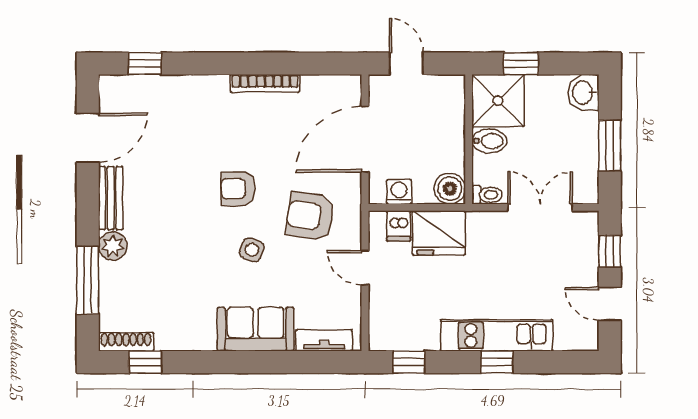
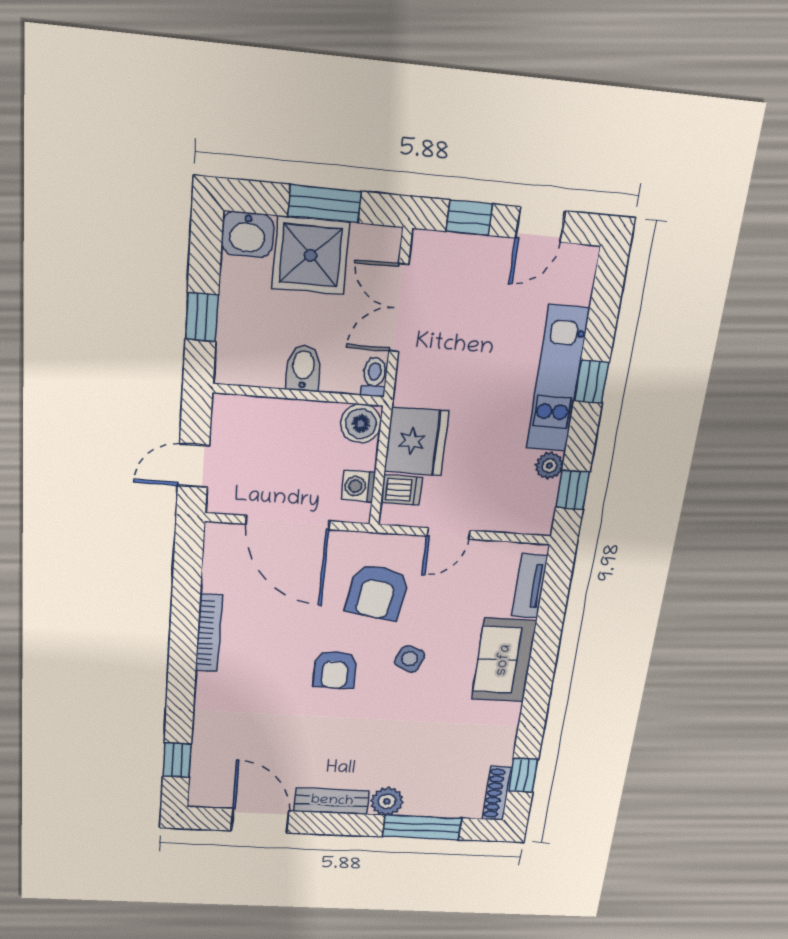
shower: (498, 101) -> (311, 255), moved
plant: (427, 340) -> (549, 466), added

